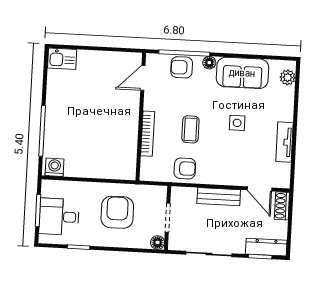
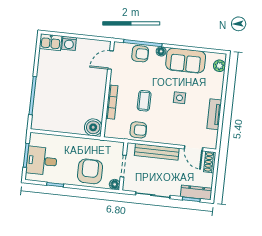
armchair: (182, 67) -> (140, 54), turned 180
washing machine: (55, 167) -> (69, 43), moved, turned 180
boiler: (125, 168) -> (93, 127), added
bench: (219, 197) -> (157, 152), width x1.36
armchair: (117, 212) -> (90, 171), moved

